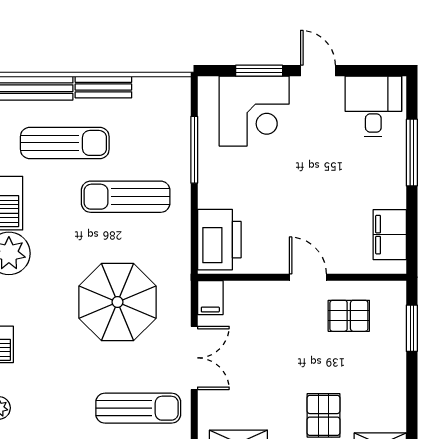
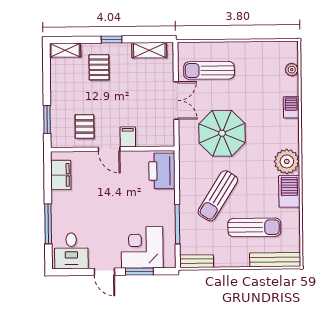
bench: (103, 87) -> (197, 261), moved
sun lounger: (65, 143) -> (254, 227), turned 180
sun lounger: (126, 197) -> (218, 196), turned 122
filing cabinet: (210, 298) -> (128, 137), moved
pallet: (349, 316) -> (85, 126), turned 90
double door: (194, 358) -> (176, 100), swing flipped

